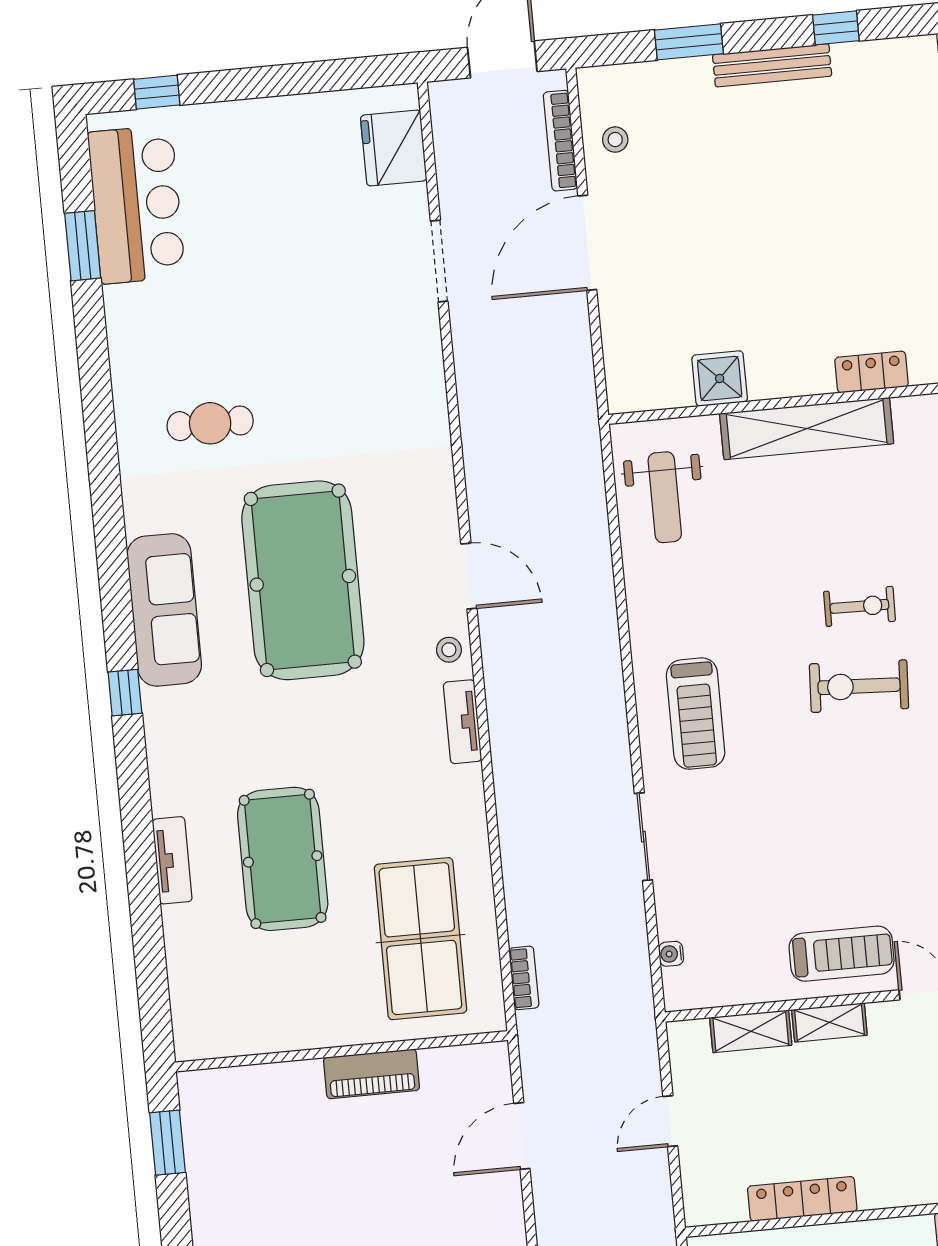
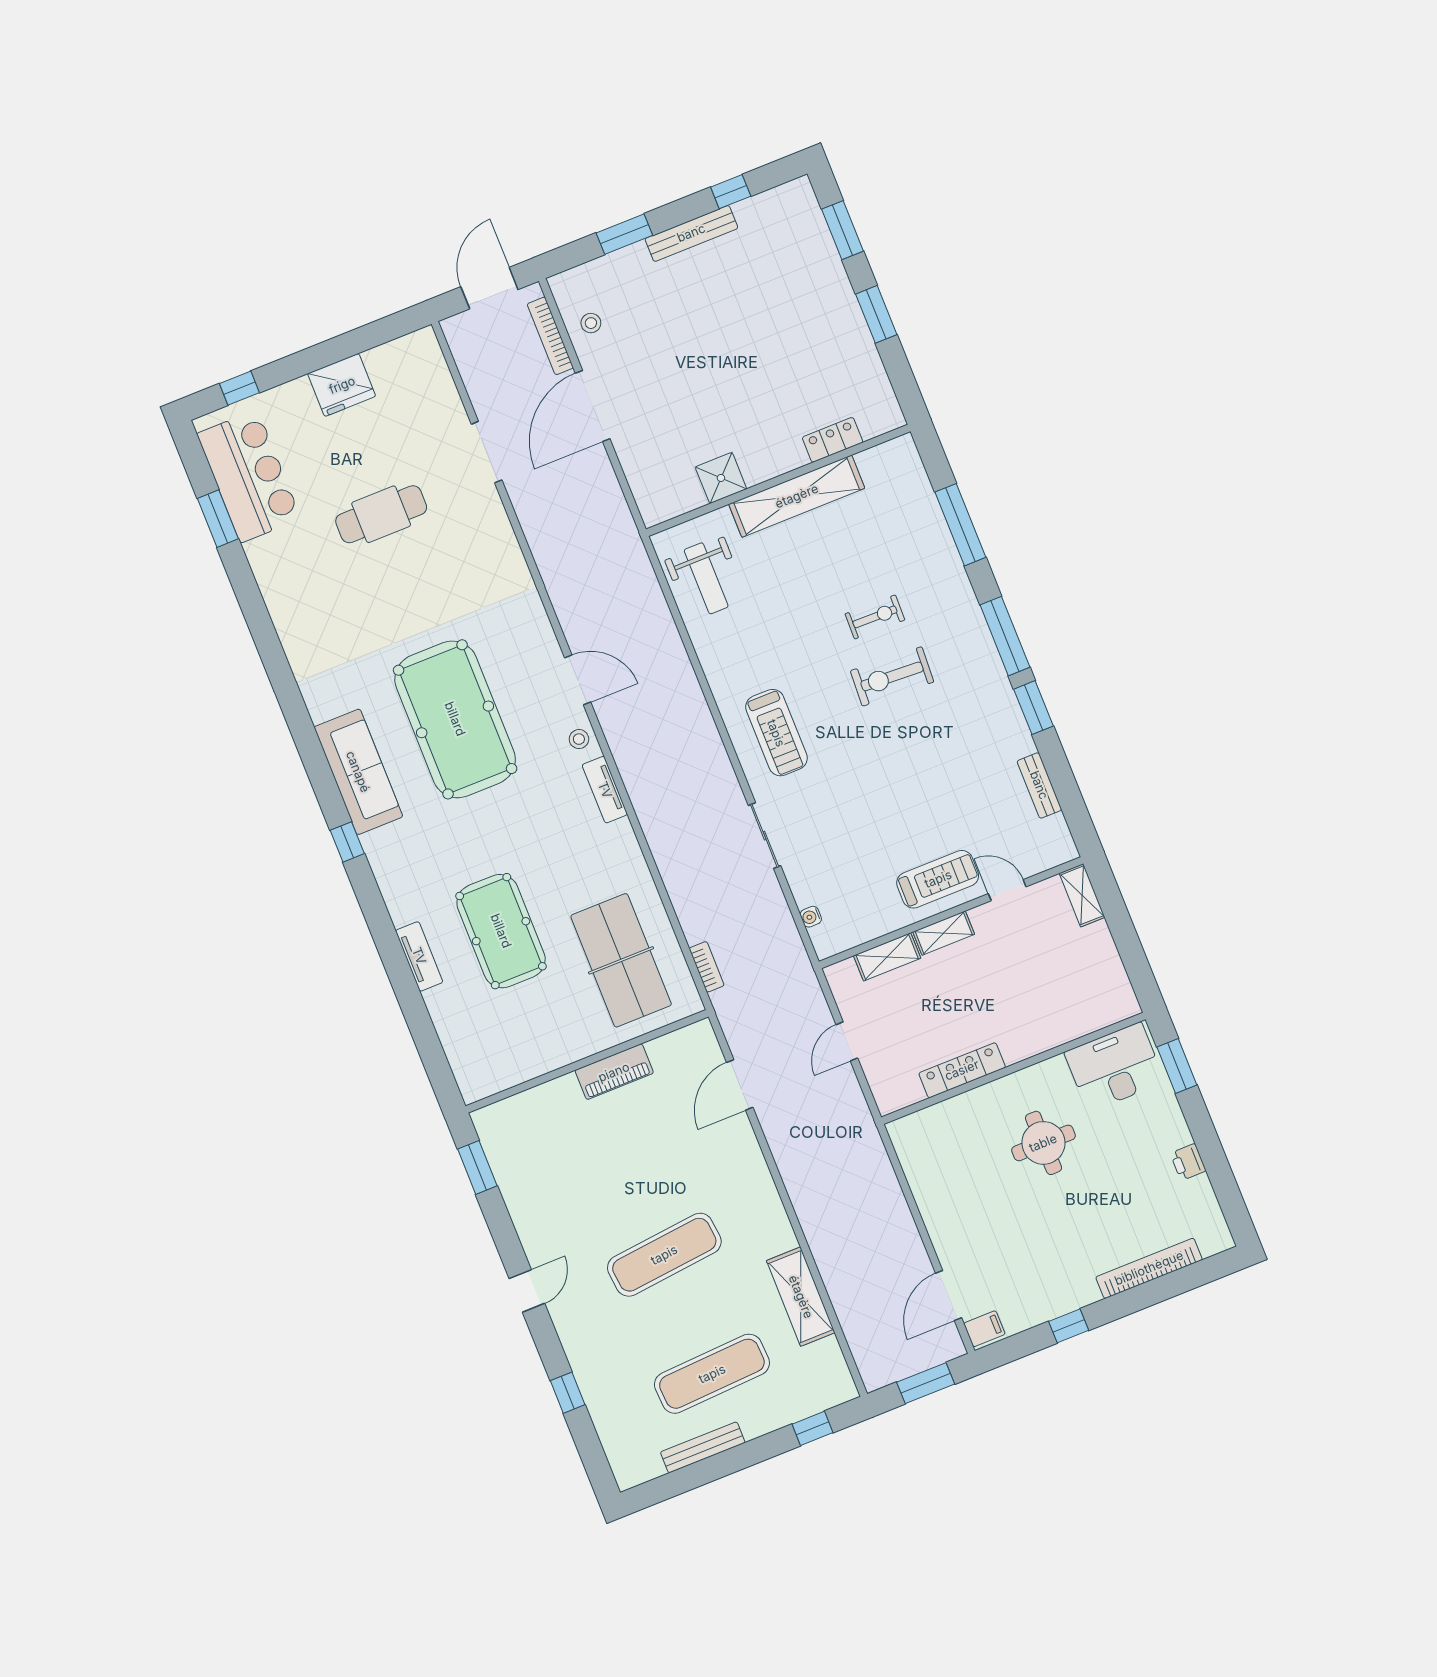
fridge: (394, 148) -> (342, 385), moved, turned -90
cafe table: (210, 423) -> (381, 514), moved, width x1.37, depth x1.35

